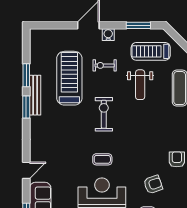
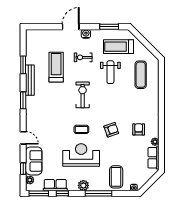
treadmill: (69, 78) -> (56, 67), width x0.73, depth x0.73
window: (26, 107) -> (23, 100), moved
door: (26, 170) -> (23, 138), hinge flipped
armchair: (153, 184) -> (111, 130), moved

